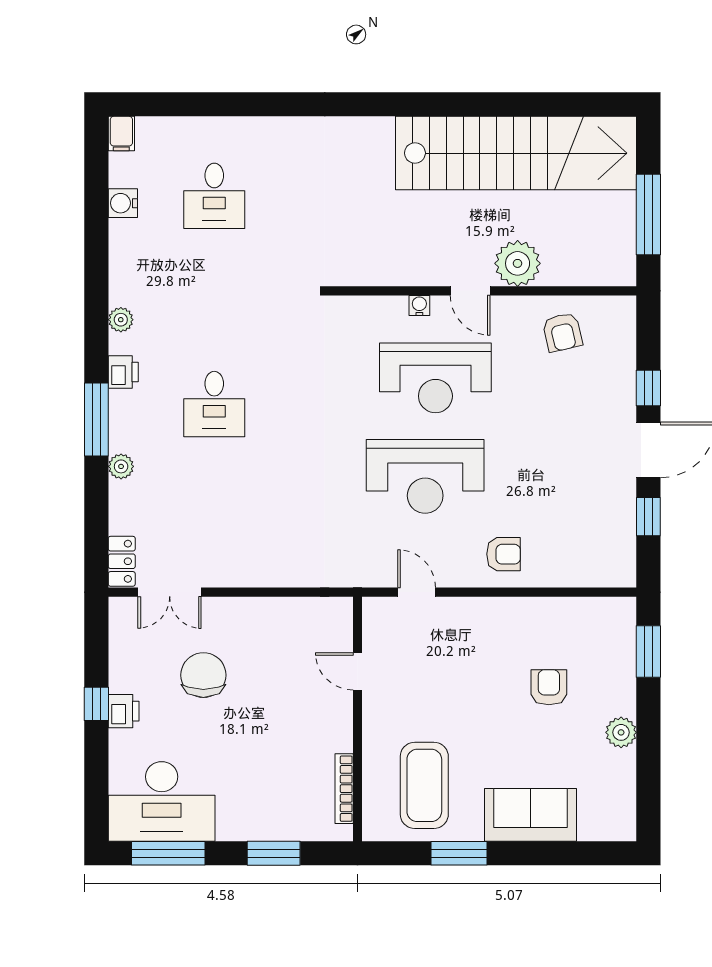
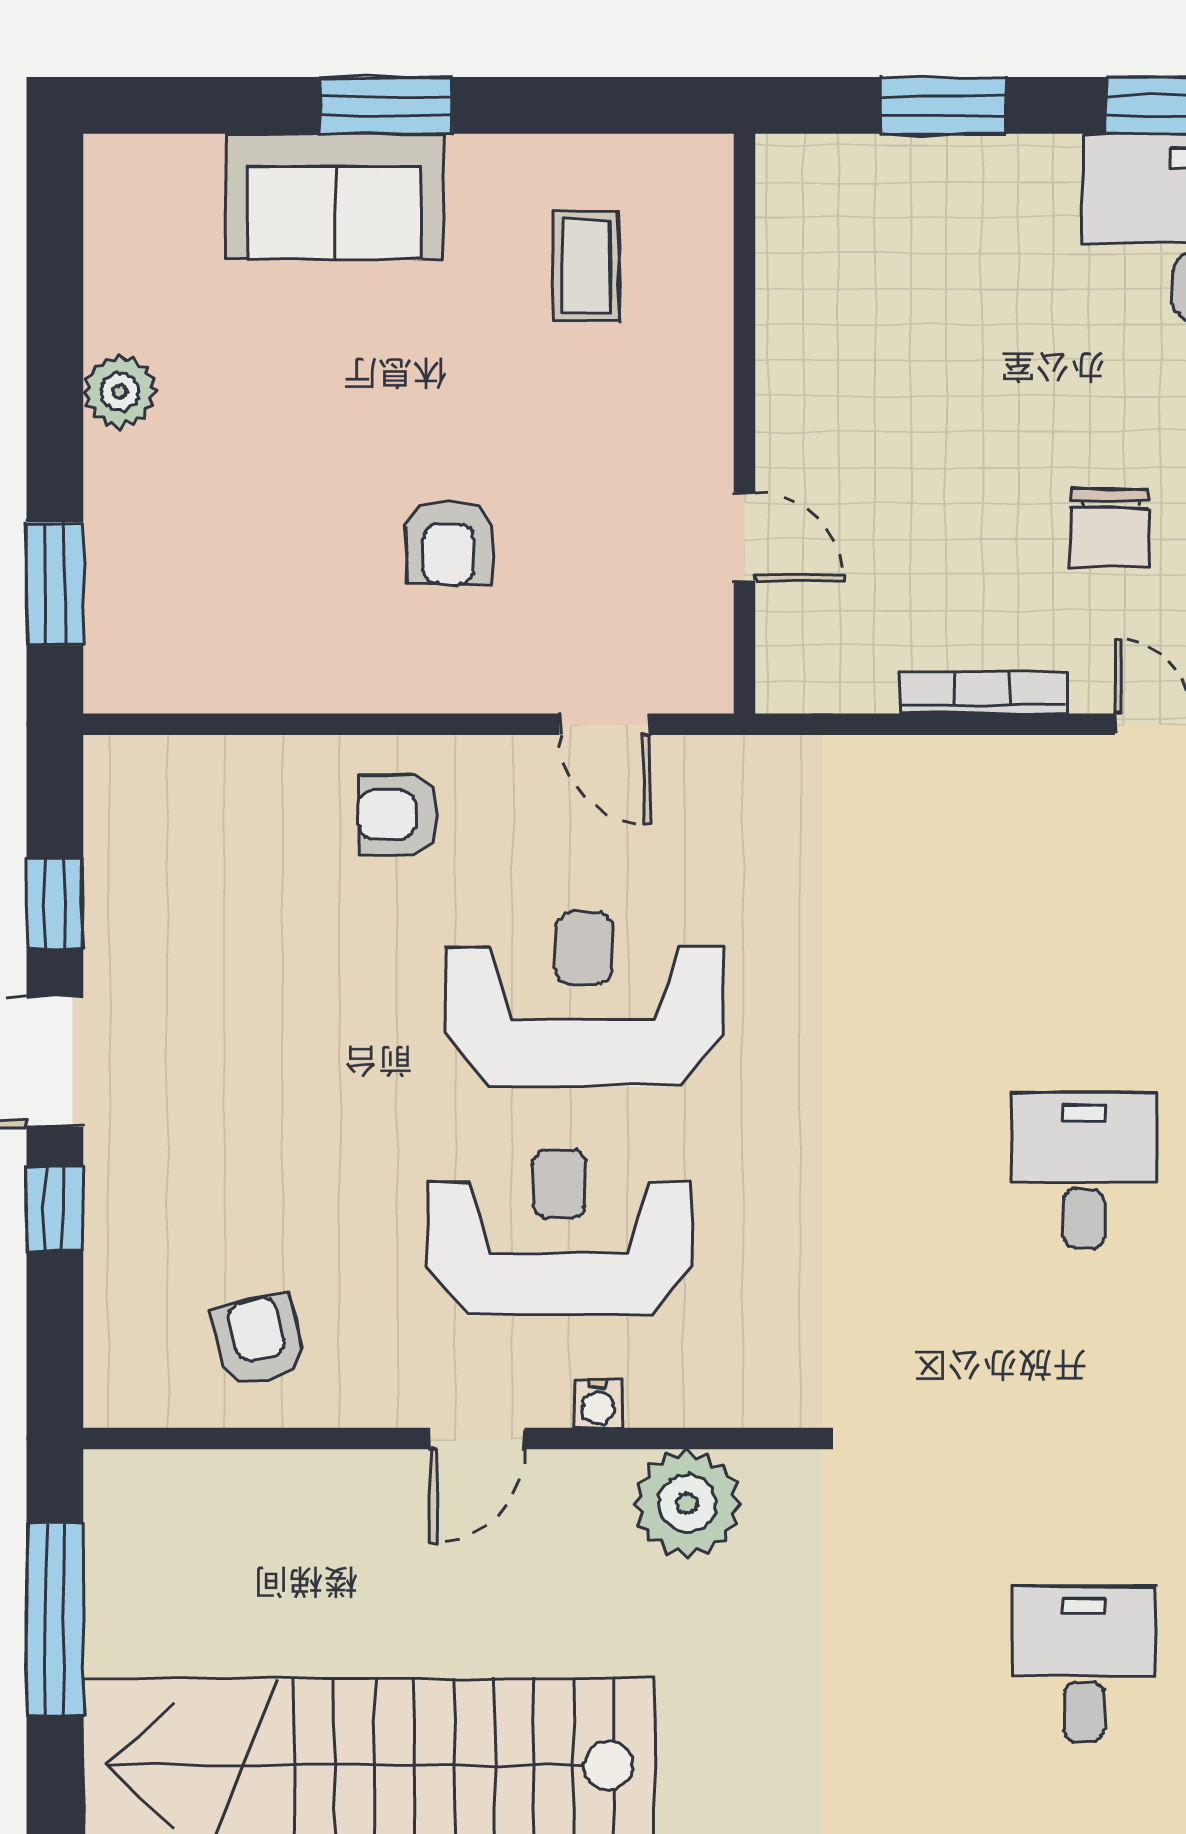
plant: (518, 263) -> (687, 1504), moved
door: (470, 291) -> (477, 1439), swing flipped
chair: (203, 675) -> (1110, 528), width x0.73, depth x0.73
armchair: (549, 687) -> (449, 542), moved
coffee table: (424, 785) -> (586, 266), width x0.54, depth x0.58
bookcase: (344, 789) -> (983, 692), moved, turned -90
window: (459, 853) -> (386, 105), moved

